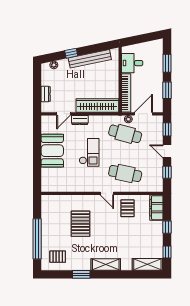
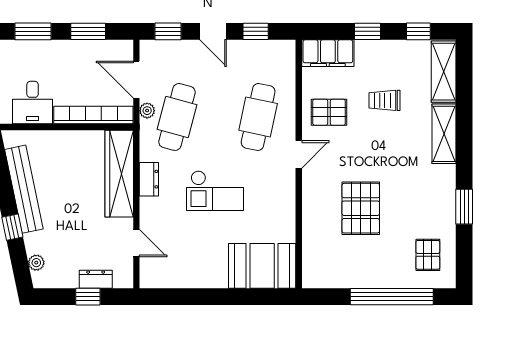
window: (37, 90) -> (88, 297), added
dresser: (80, 120) -> (149, 179), moved
booth: (52, 151) -> (262, 266), moved
door: (167, 151) -> (213, 31), hinge flipped
checkout: (89, 152) -> (215, 191), turned 180
pallet: (81, 224) -> (361, 208), turned 90
trolley: (133, 235) -> (384, 100), added
shelving: (106, 265) -> (444, 134), moved

